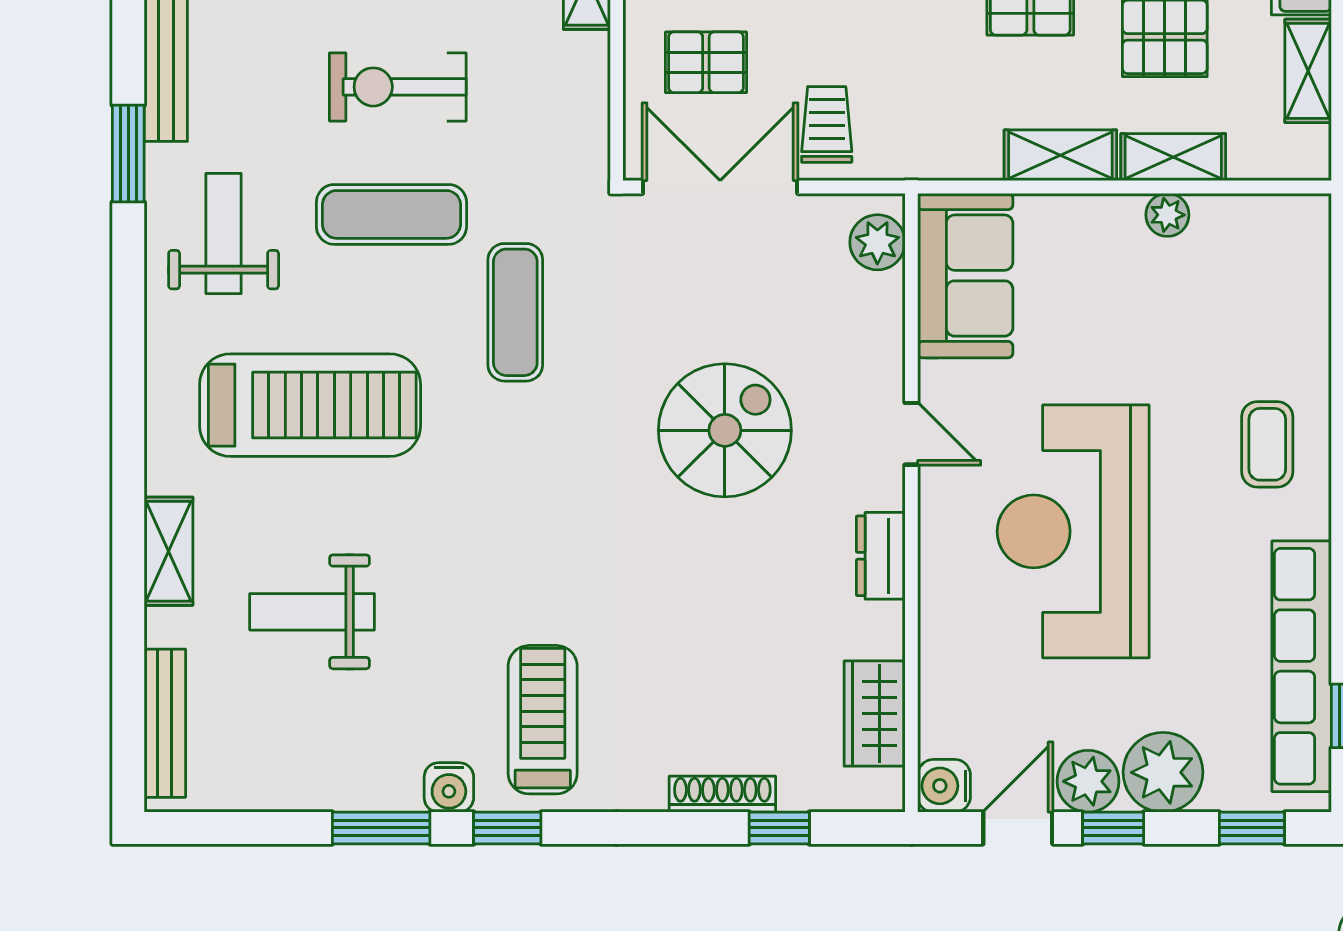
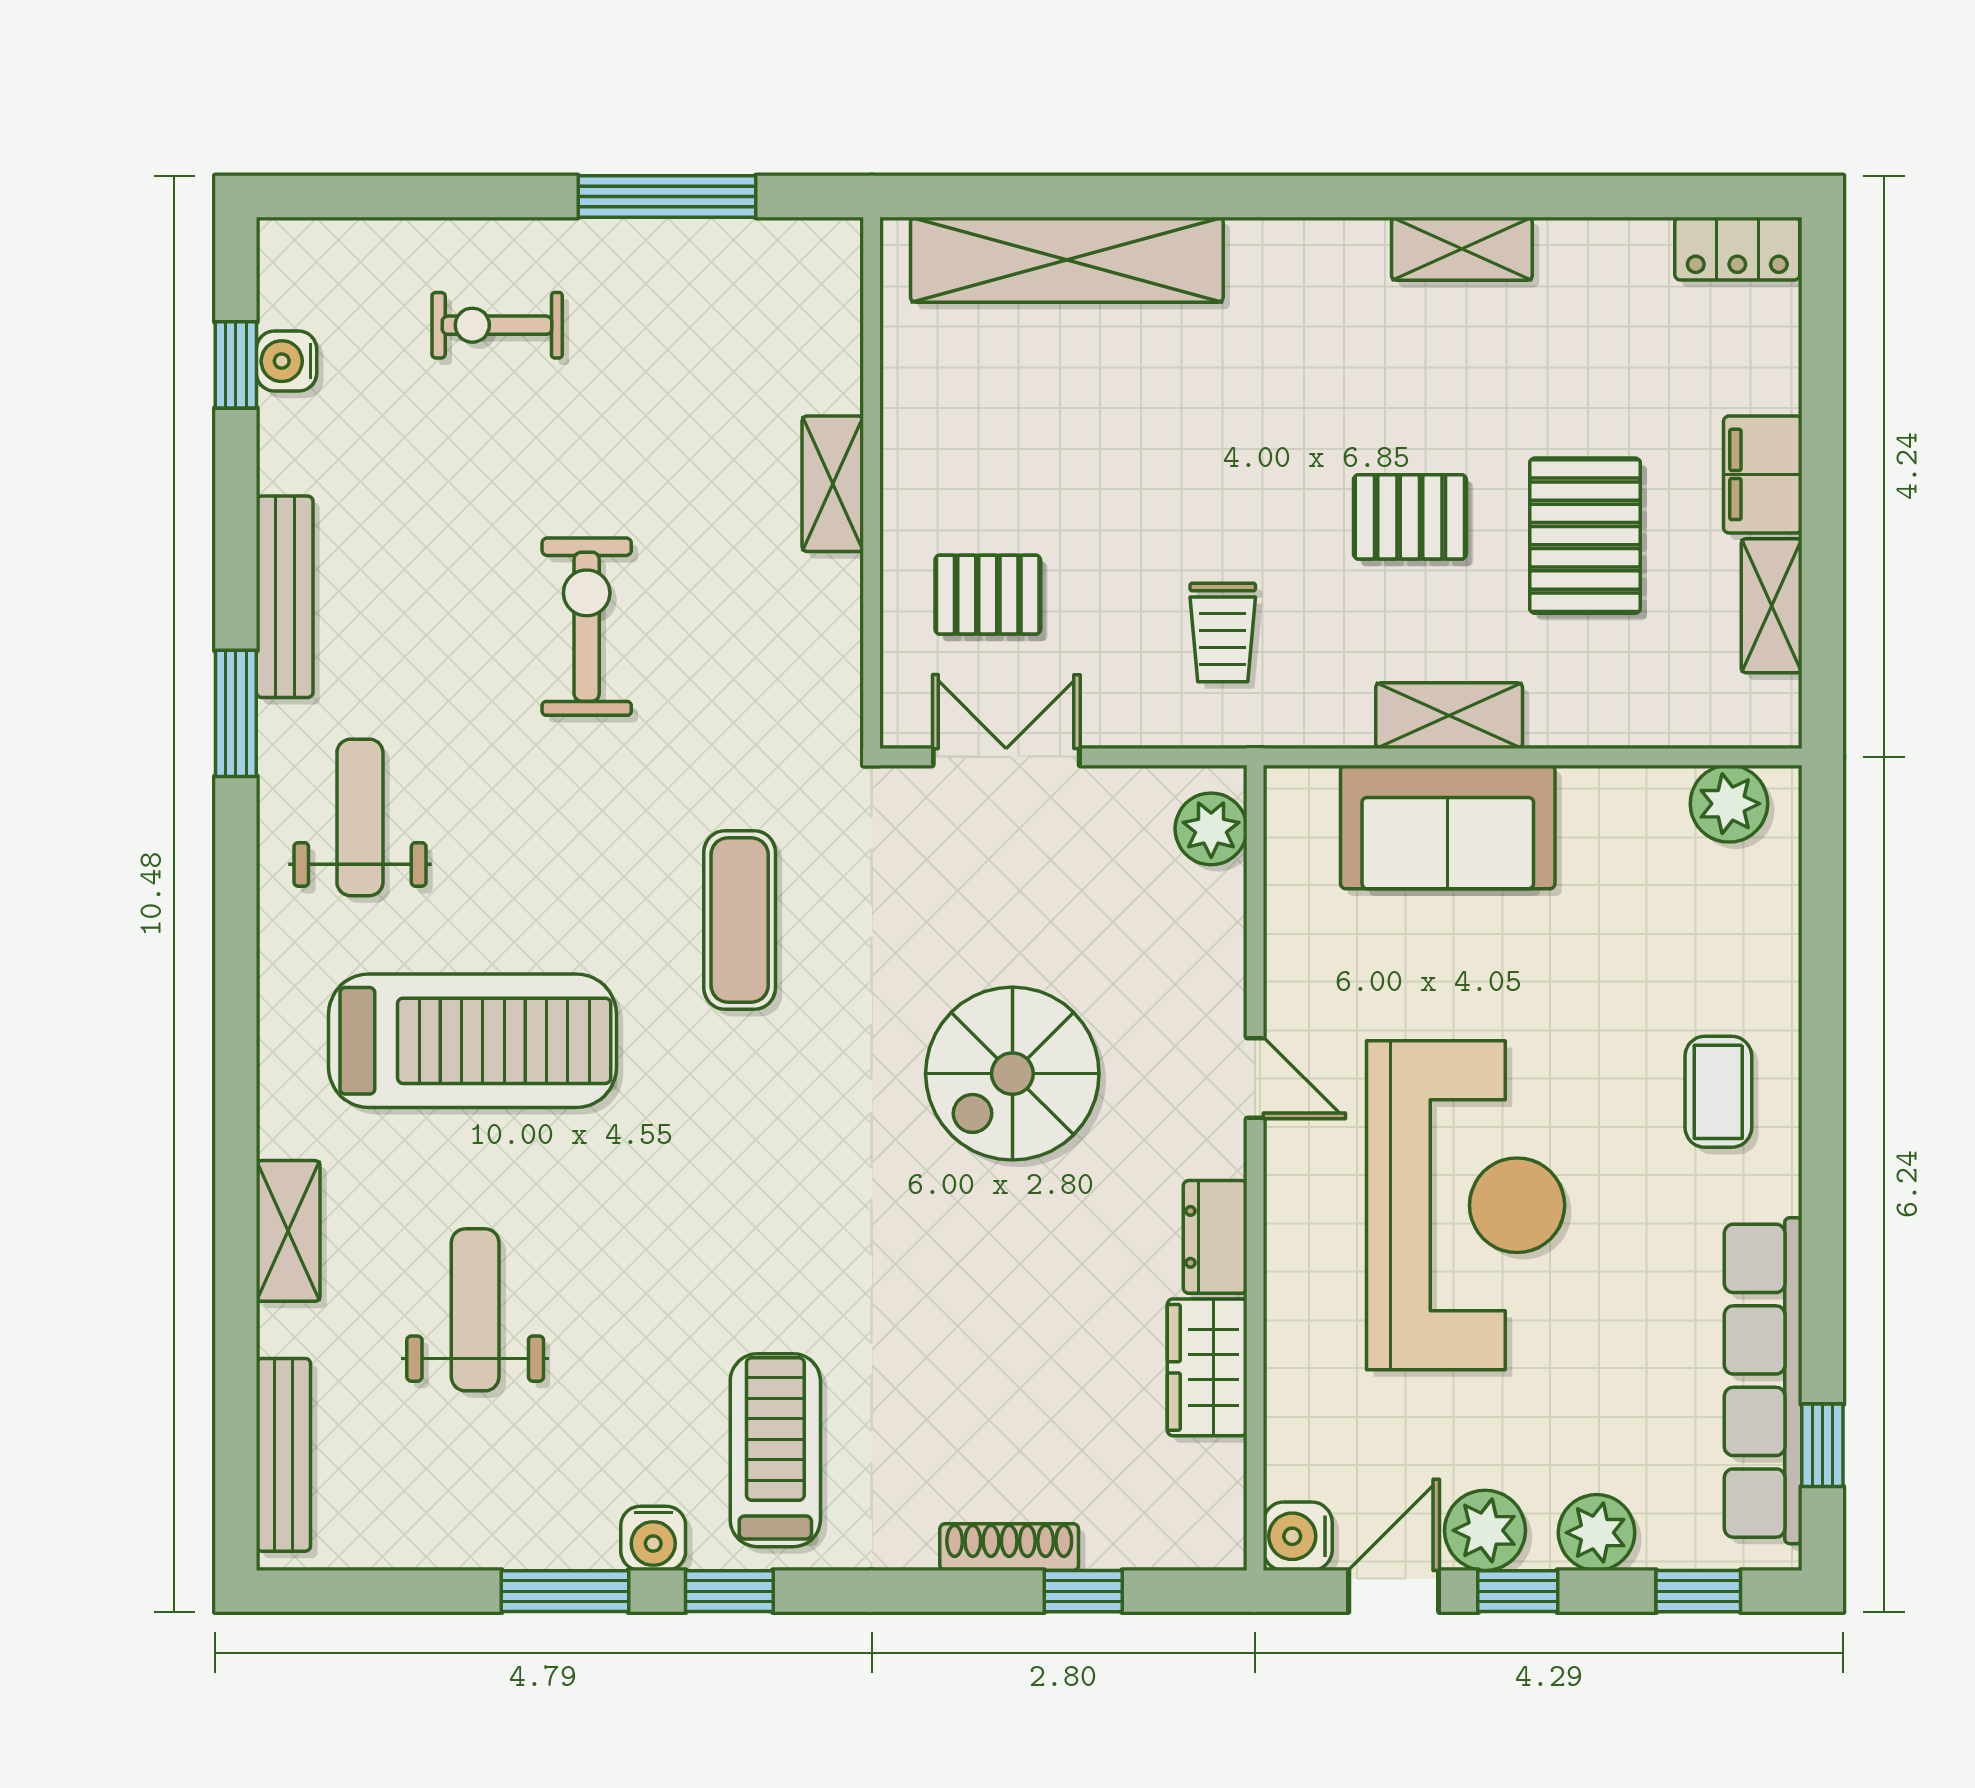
exercise bike: (398, 87) -> (587, 627), turned 90
trolley: (827, 124) -> (1223, 632), moved, turned 180
shelving: (1173, 157) -> (1596, 718), removed
double door: (720, 187) -> (1006, 757), width x0.73
exercise mat: (391, 214) -> (578, 793), removed
plant: (1167, 215) -> (1729, 804), moved, width x1.38, depth x1.38
sofa: (965, 276) -> (1448, 827), moved, turned 90
spiral stairs: (725, 430) -> (1012, 1074), turned 180
reception desk: (1073, 531) -> (1466, 1205), turned 180
weight bench: (312, 612) -> (475, 1310), turned 90
wardrobe: (875, 714) -> (1207, 1367), moved
plant: (1163, 772) -> (1597, 1533), width x0.73, depth x0.73

